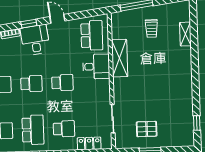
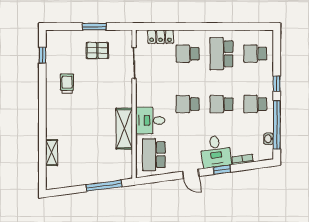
trolley: (151, 28) -> (67, 84), moved

